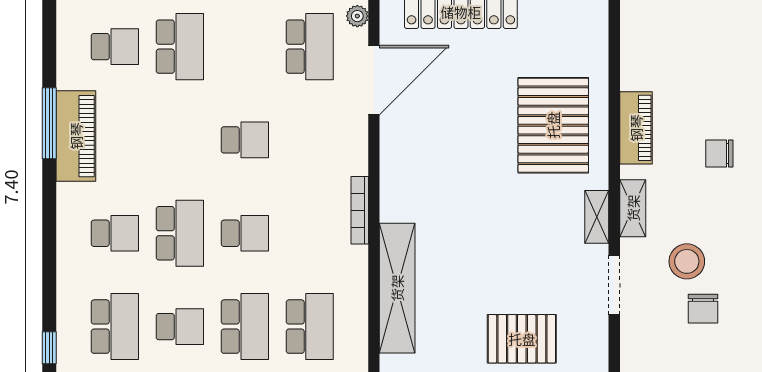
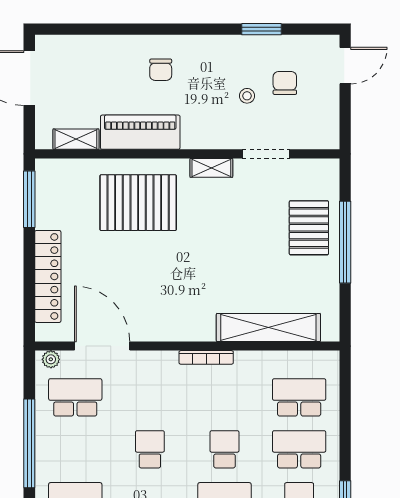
piano: (636, 128) -> (140, 132), width x1.37, depth x1.33
shelving: (633, 208) -> (76, 139), moved
stool: (687, 261) -> (247, 96), width x0.53, depth x0.53
chair: (703, 309) -> (285, 83), turned -90

